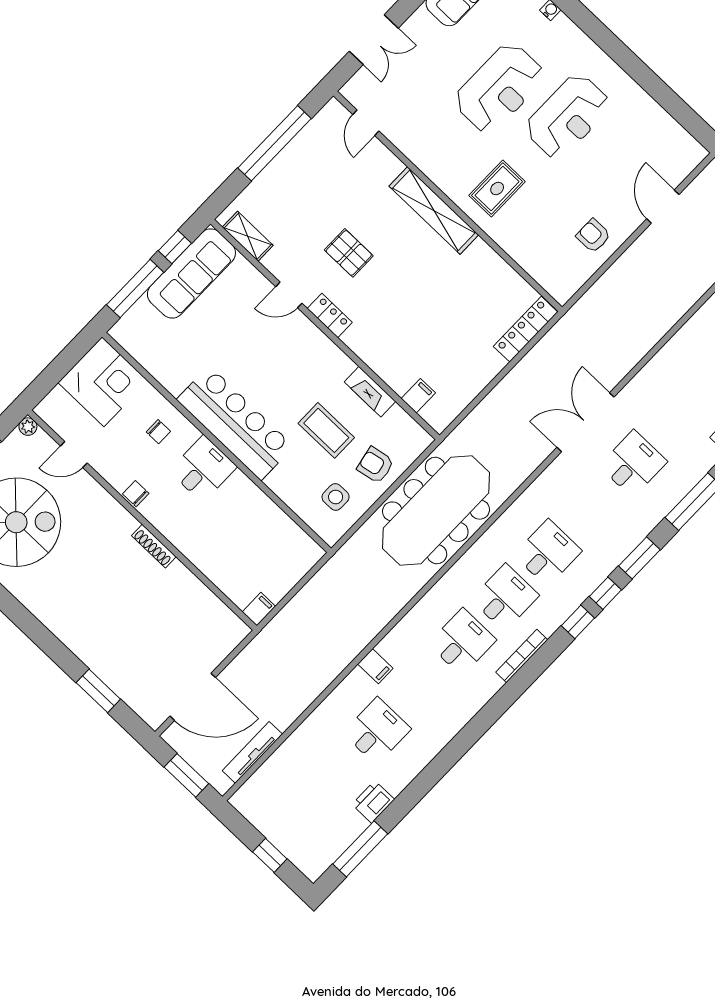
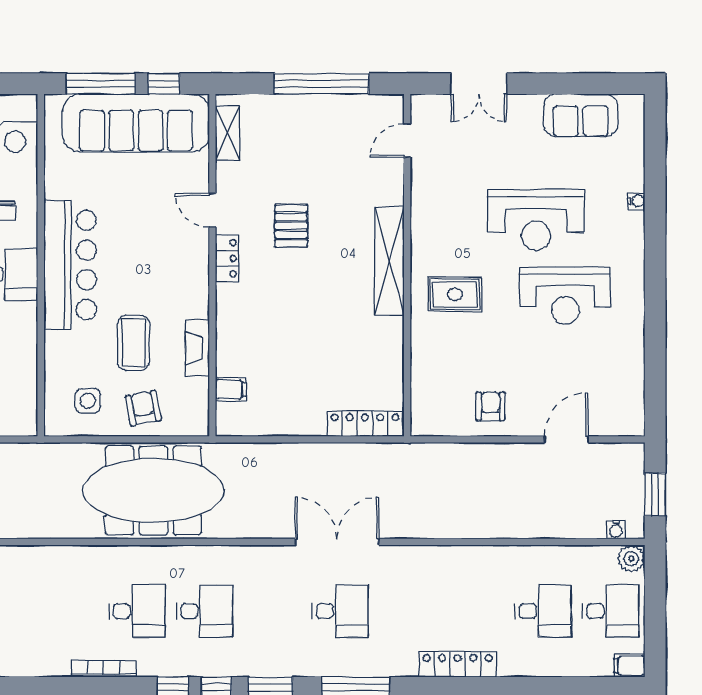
sofa: (191, 273) -> (136, 123), width x1.36, depth x1.27
desk: (462, 642) -> (69, 611), removed

